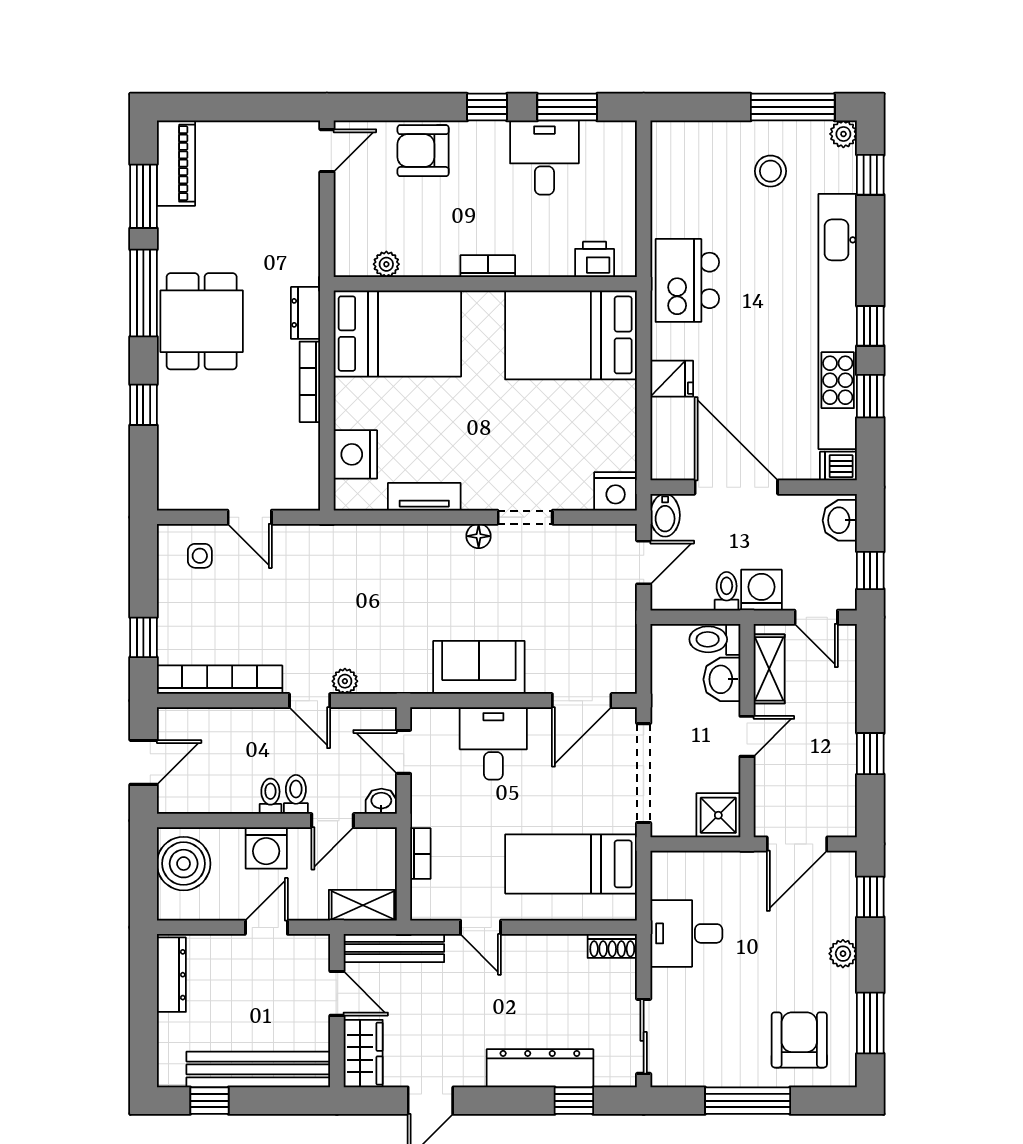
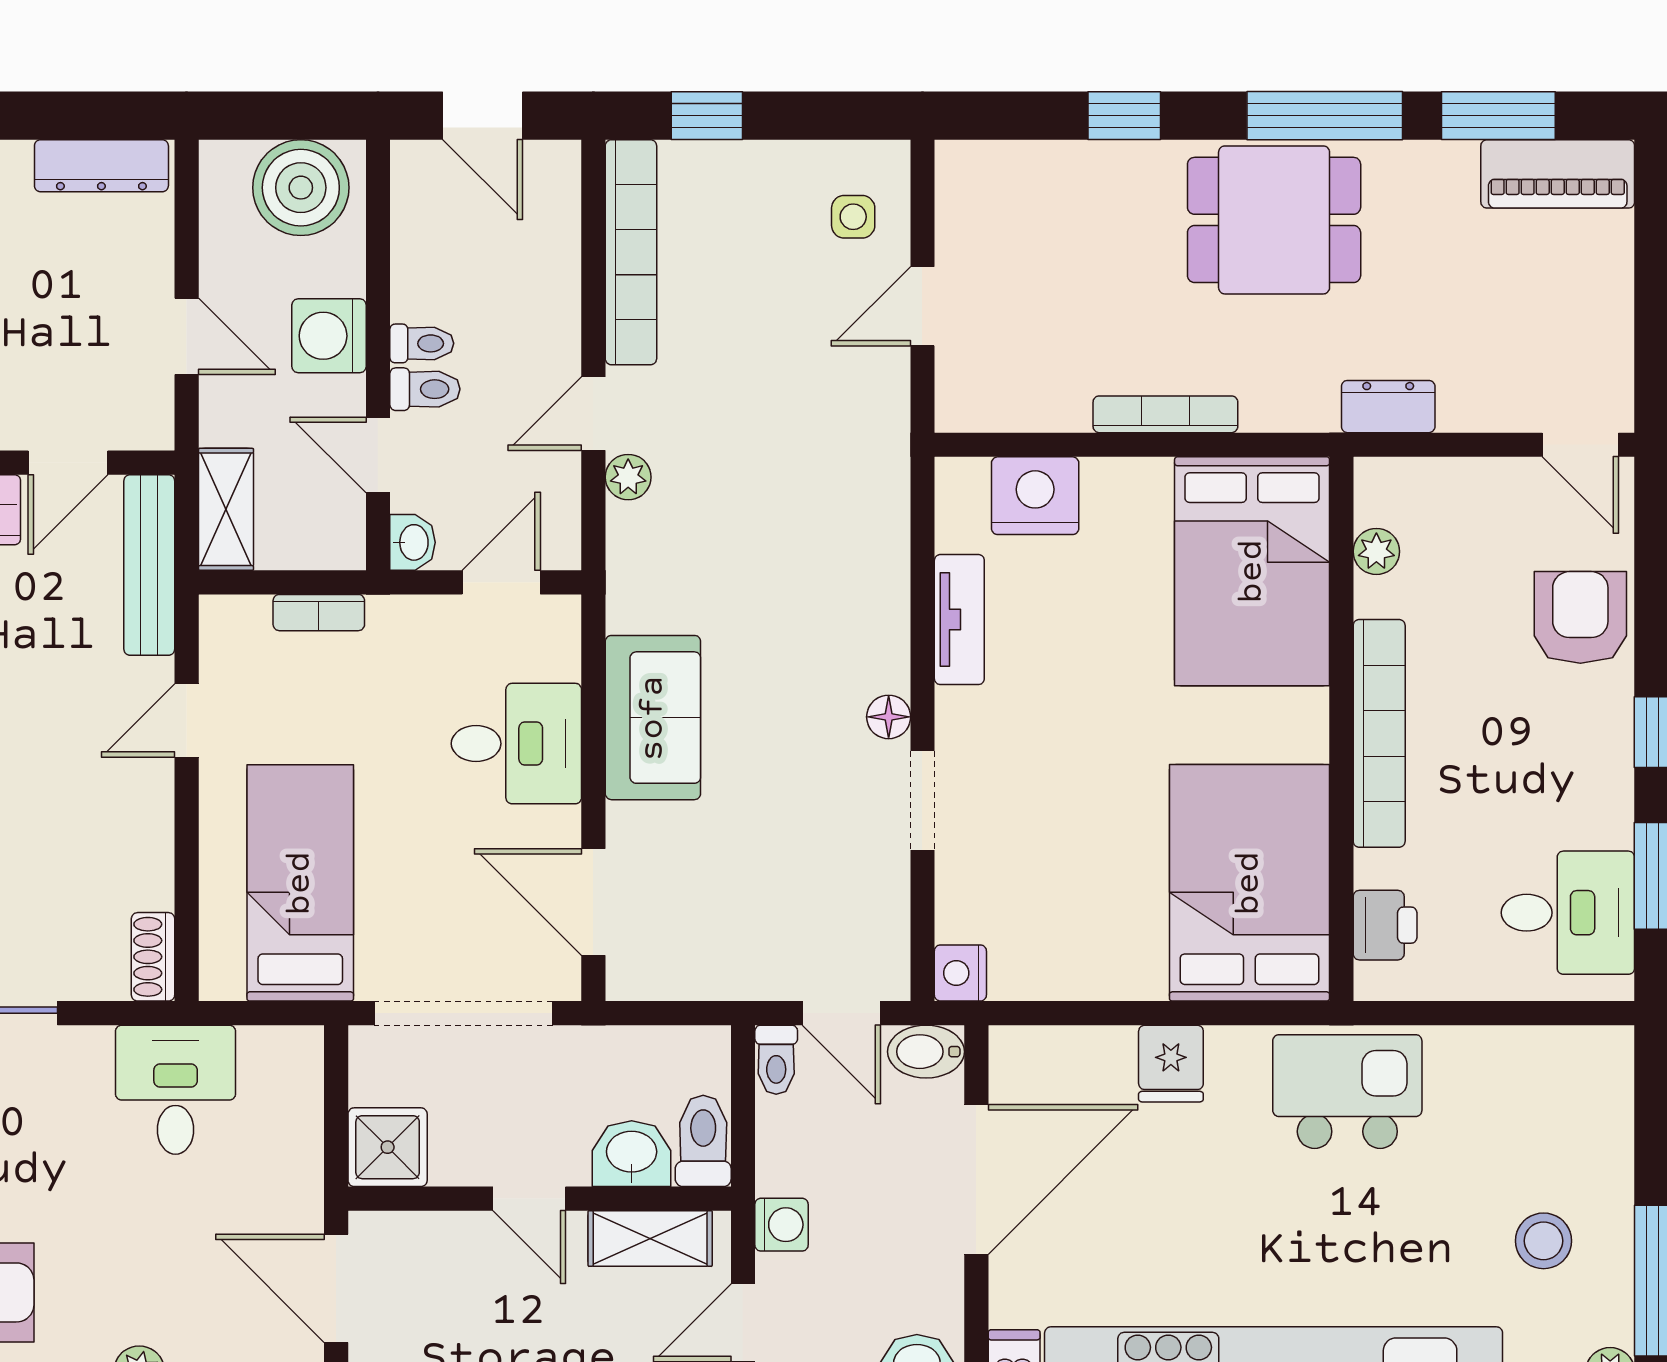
desk: (544, 158) -> (1568, 913), moved
bookcase: (488, 266) -> (1379, 733), width x2.31, depth x1.31
dresser: (306, 313) -> (1388, 407), moved
nightstand: (616, 491) -> (960, 973), width x0.74, depth x0.75
washing machine: (761, 590) -> (782, 1225), width x0.73, depth x0.73
toilet: (727, 591) -> (776, 1060), moved, turned 90

